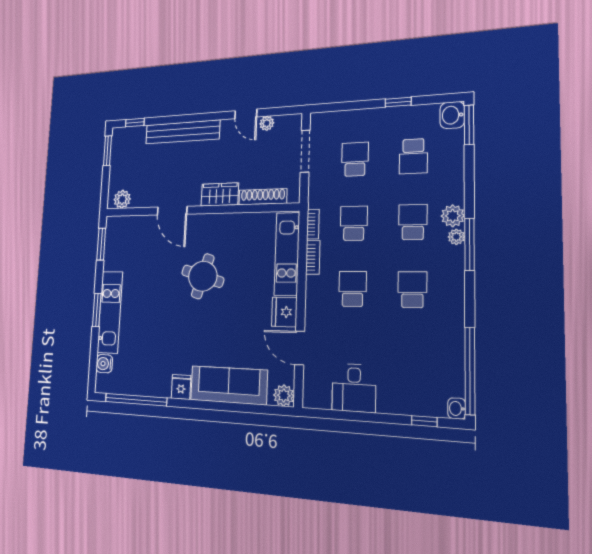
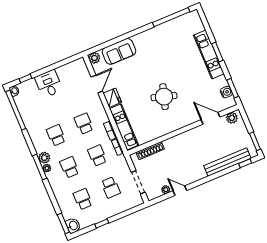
bench: (182, 132) -> (227, 162), moved
wardrobe: (220, 194) -> (175, 143), removed
door: (172, 211) -> (211, 118), moved
plant: (453, 216) -> (44, 158), moved
school desk: (413, 222) -> (69, 167), turned 180
school desk: (354, 223) -> (97, 156), turned 180
school desk: (353, 289) -> (84, 124), turned 180
school desk: (412, 290) -> (56, 135), turned 180
door: (300, 348) -> (97, 84), hinge flipped
water cooler: (104, 364) -> (226, 92), moved
sofa: (229, 385) -> (119, 51), width x0.73
fridge: (181, 387) -> (149, 36), removed
desk: (354, 388) -> (49, 84), moved

